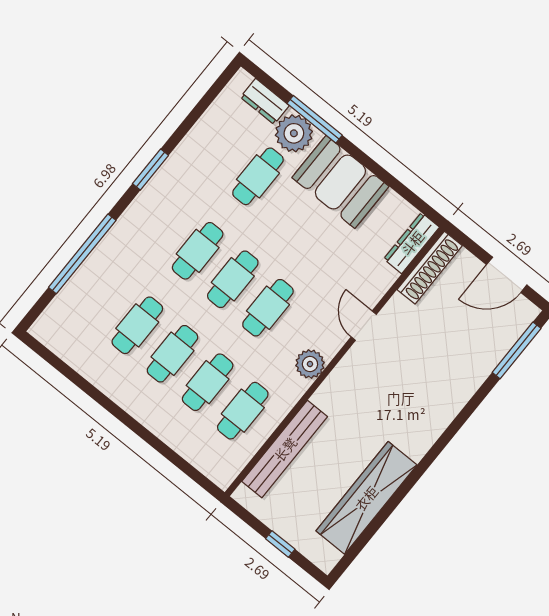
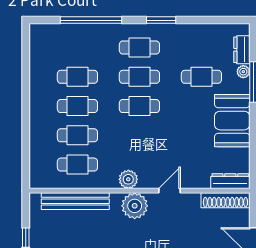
plant: (294, 133) -> (243, 72), width x0.53, depth x0.53
cafe table: (268, 308) -> (139, 48), moved
plant: (348, 382) -> (135, 206), added

